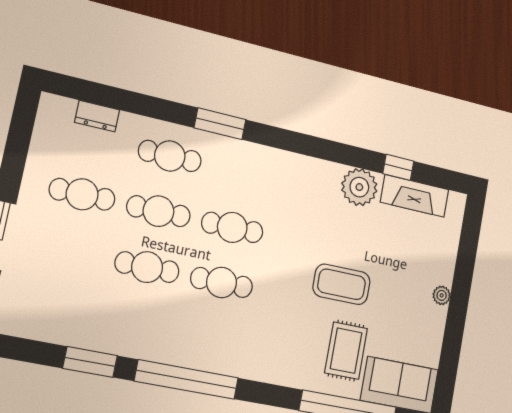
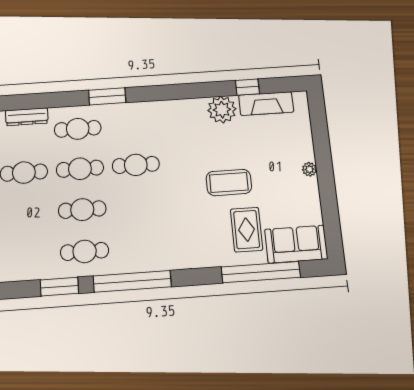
dresser: (97, 116) -> (27, 117), width x1.44
cafe table: (222, 282) -> (85, 251), moved

